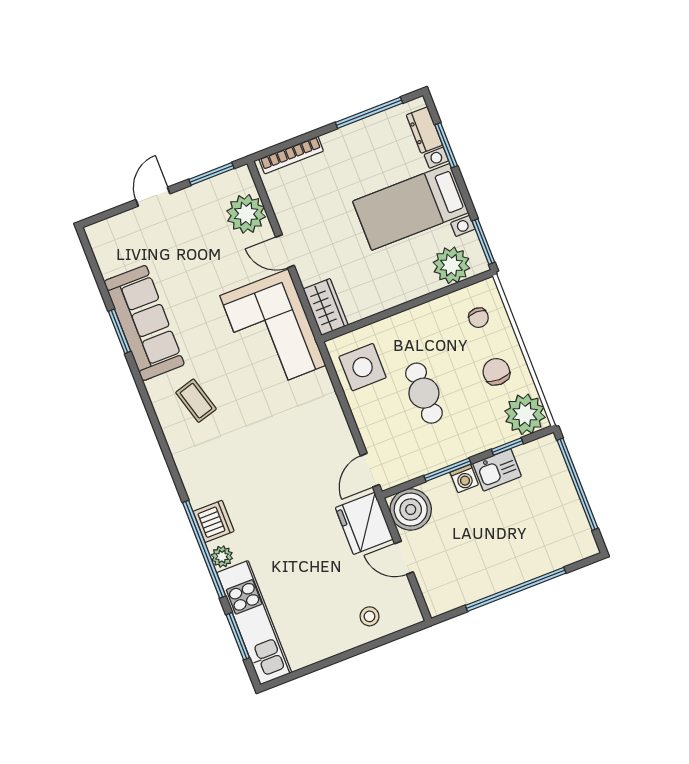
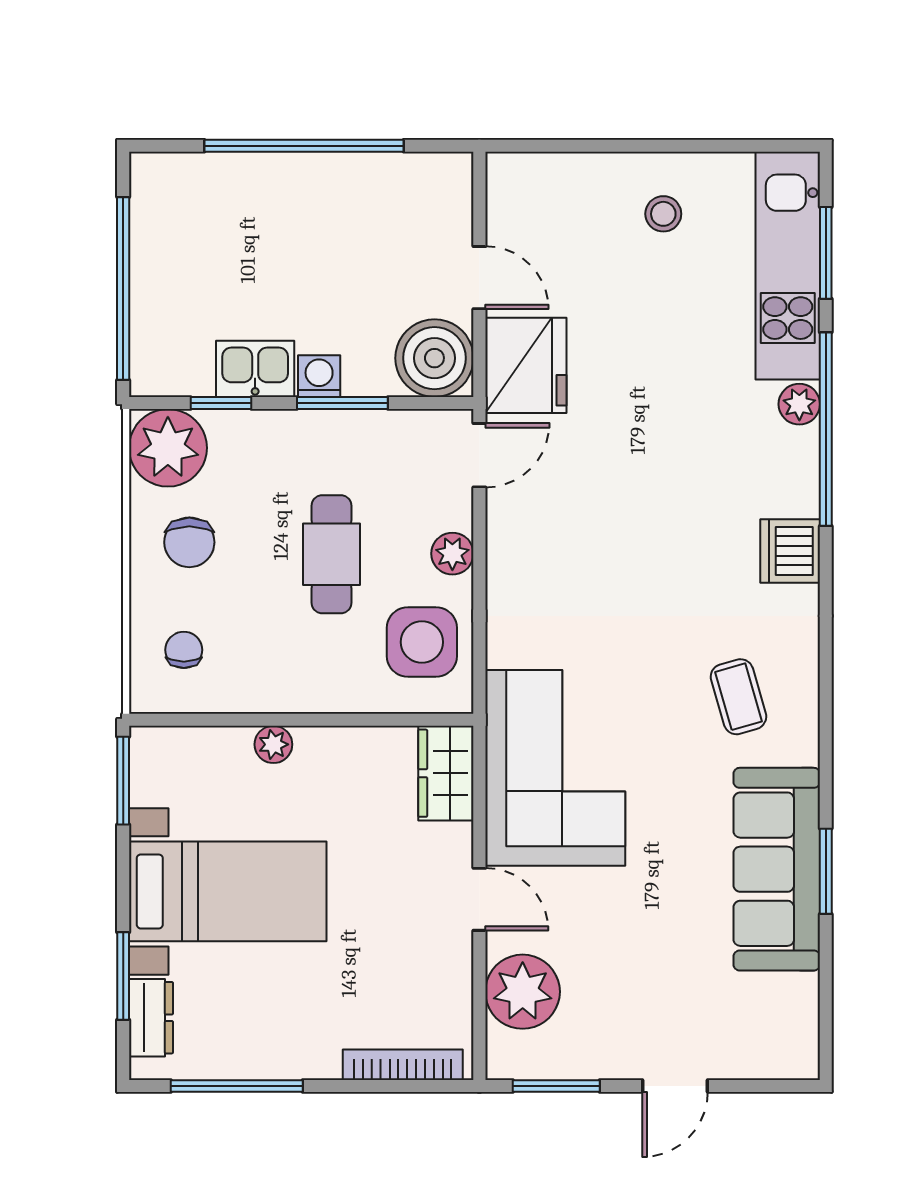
plant: (451, 265) -> (273, 744), moved, width x0.53, depth x0.53
plant: (364, 417) -> (452, 554), added
dishwasher: (214, 521) -> (790, 551), moved
stool: (369, 616) -> (663, 214), moved

